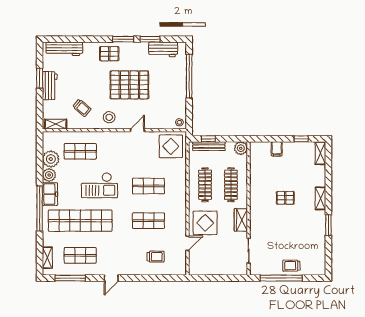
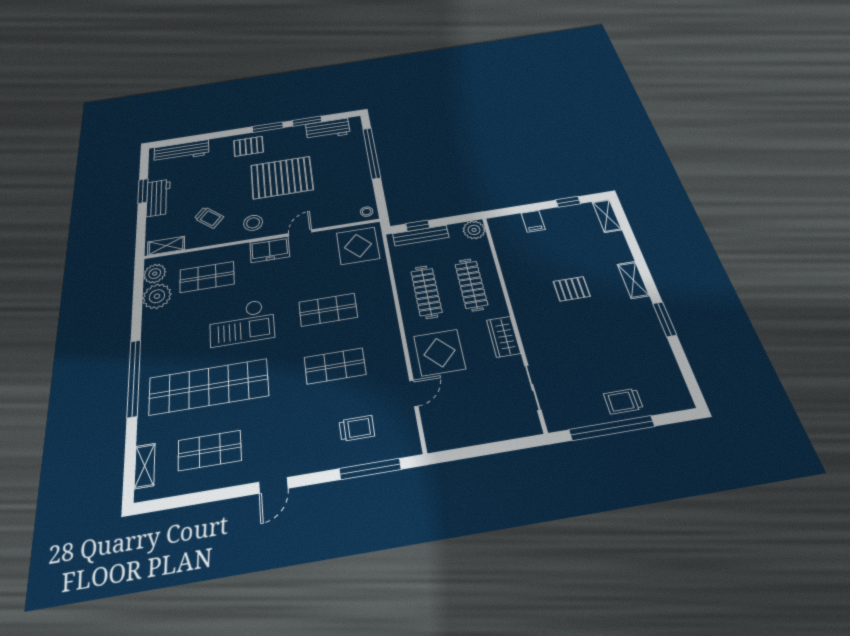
plant: (49, 175) -> (155, 274), moved
freezer: (50, 194) -> (270, 249), moved, turned 90
window: (70, 278) -> (370, 469), moved

